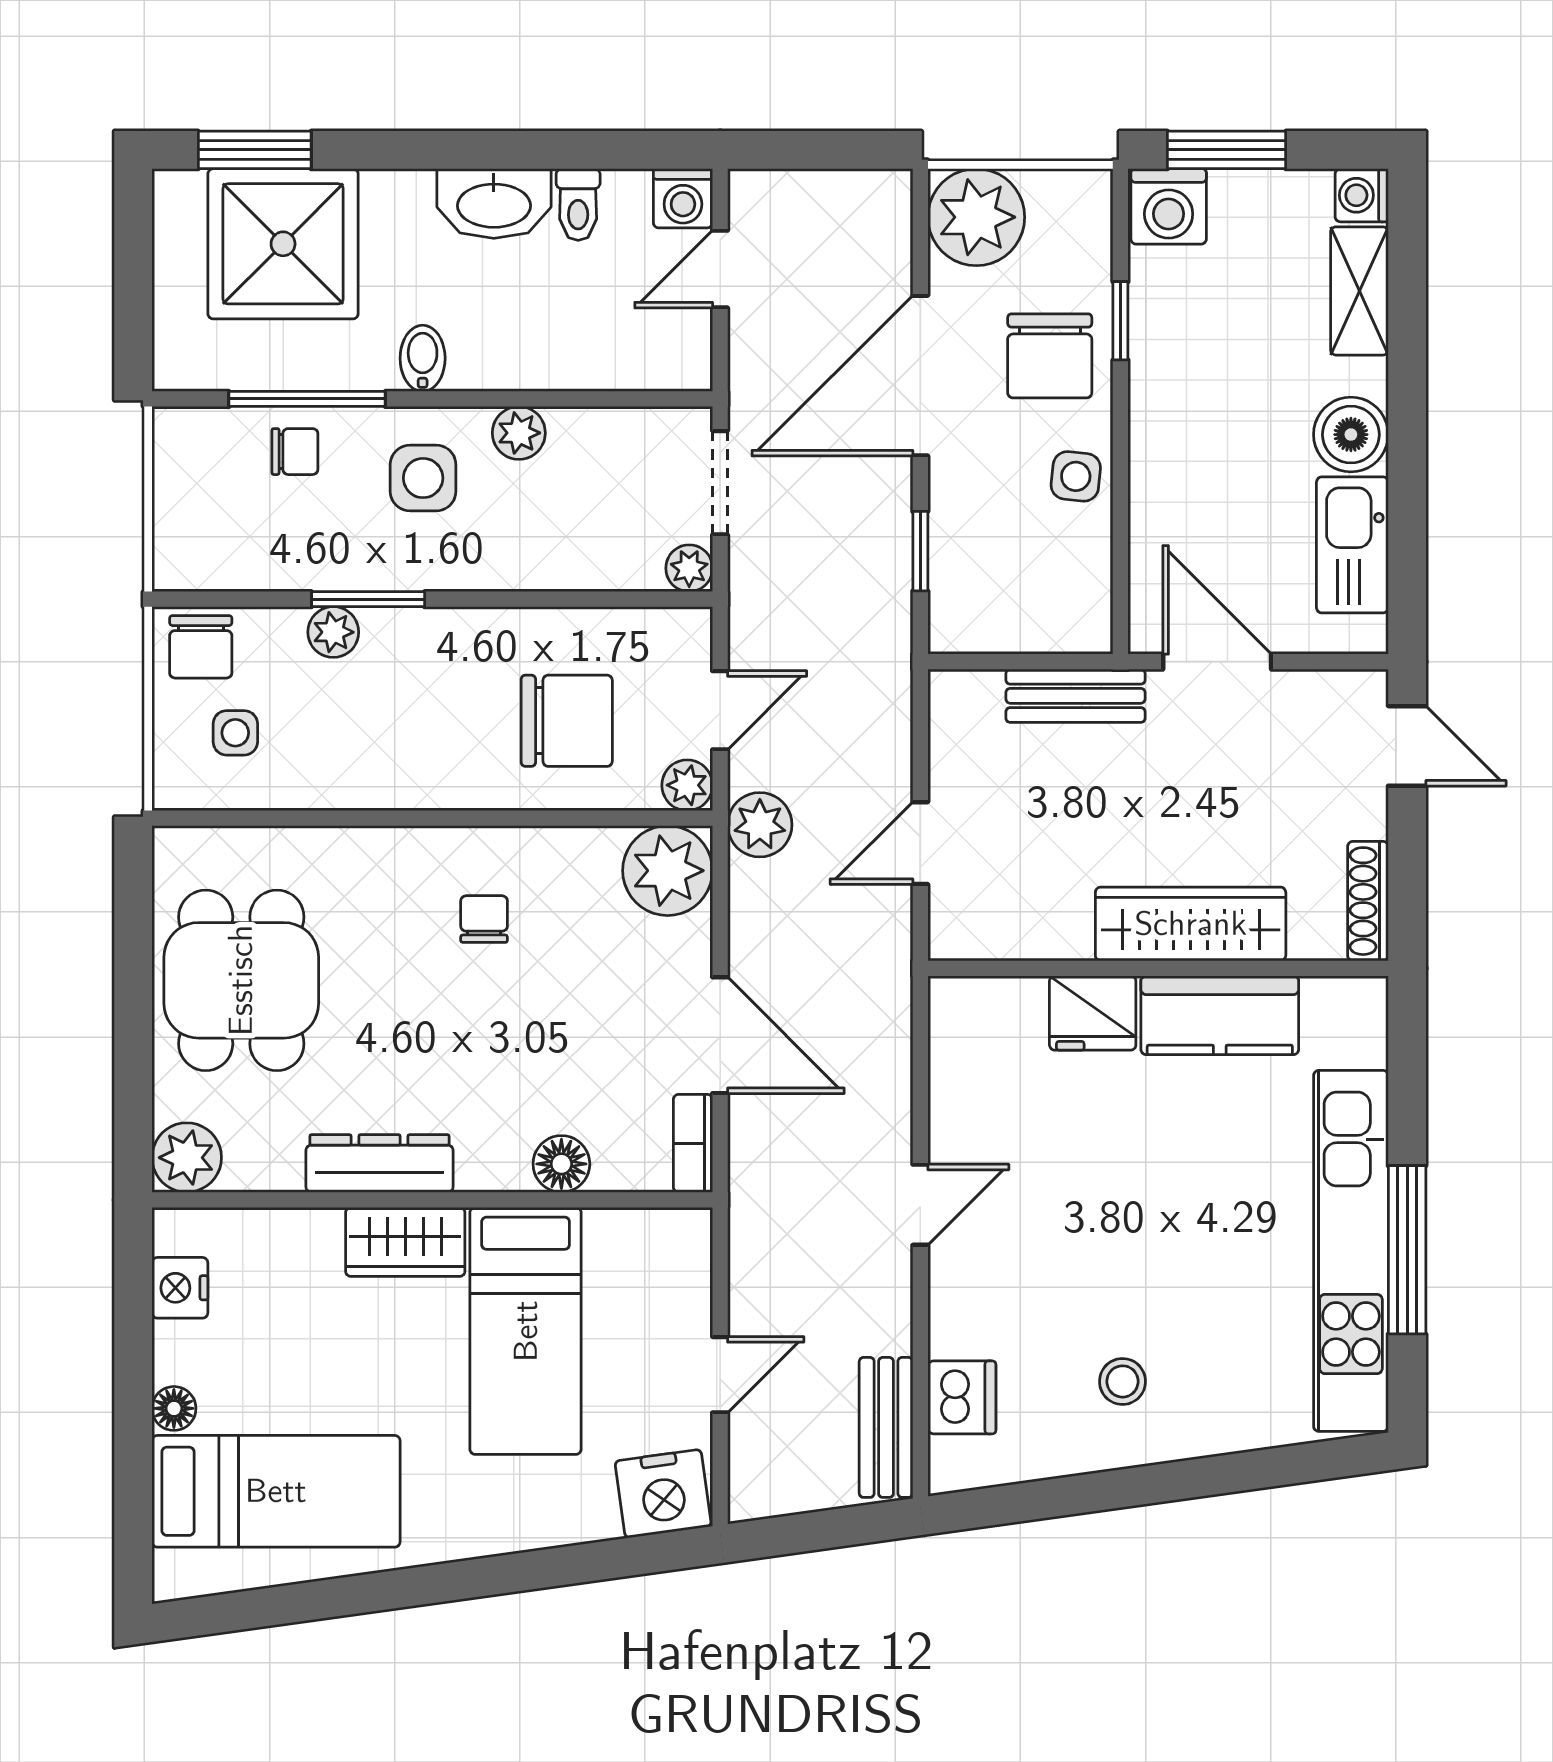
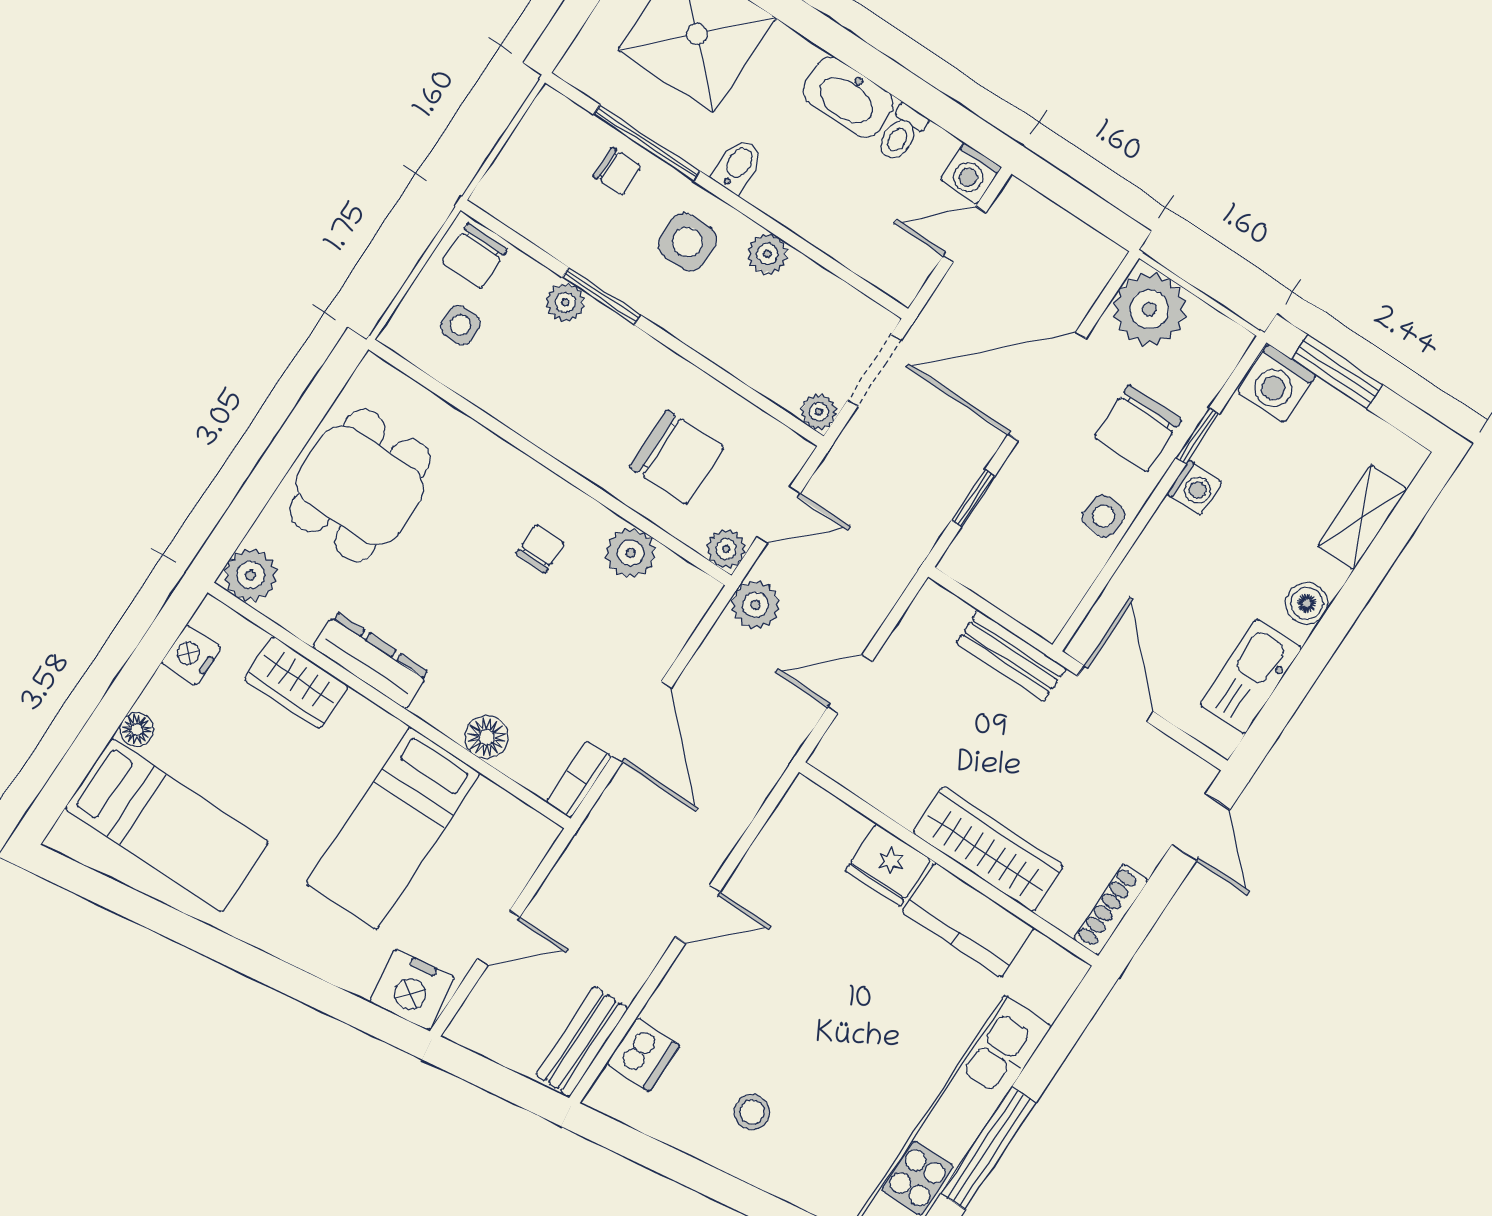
washing machine: (1362, 195) -> (1194, 488), moved, turned 180
boiler: (1351, 435) -> (1307, 603), width x0.73, depth x0.73
plant: (668, 871) -> (631, 553), moved, width x0.73, depth x0.73
wardrobe: (405, 1242) -> (296, 683), moved

